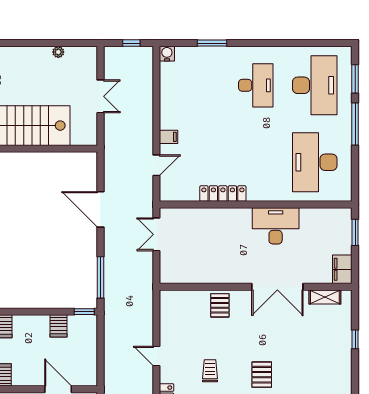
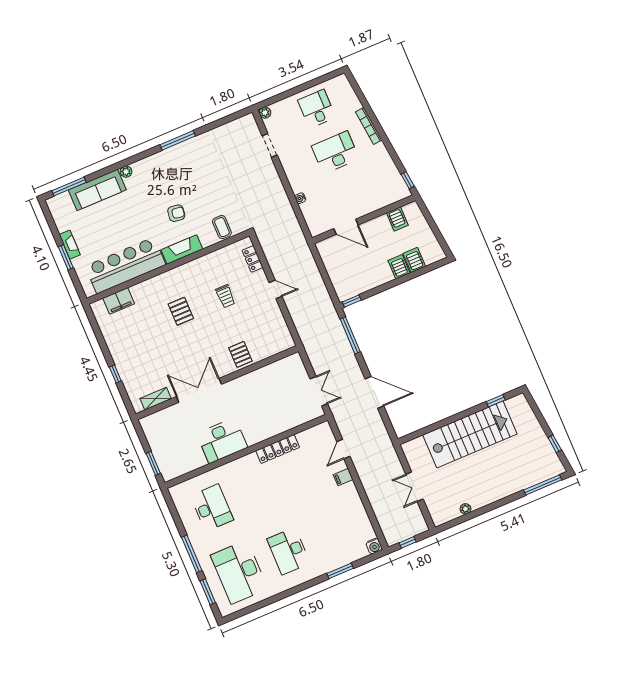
desk: (315, 162) -> (212, 508), width x0.73, depth x0.77
filing cabinet: (342, 269) -> (151, 428), removed
server rack: (59, 326) -> (399, 267), moved

